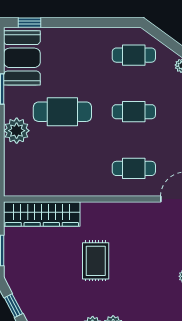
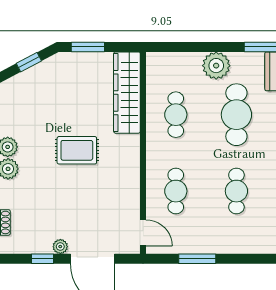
cafe table: (62, 168) -> (176, 115), added

